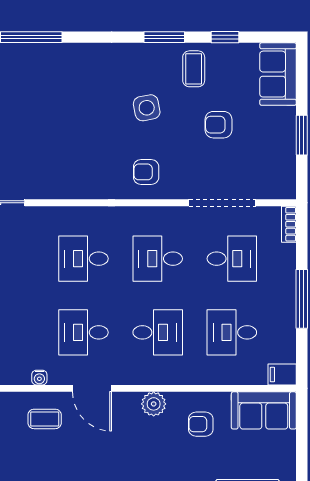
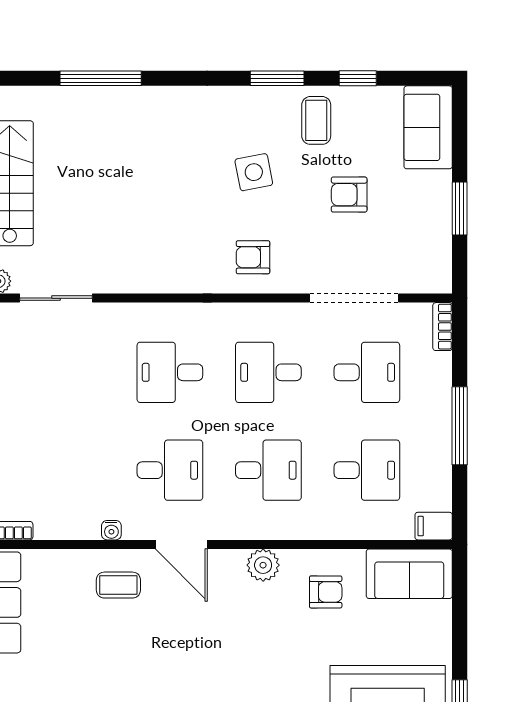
desk: (83, 332) -> (170, 470), turned 180
desk: (232, 332) -> (367, 470), turned 180
armchair: (201, 424) -> (326, 592), turned 180

